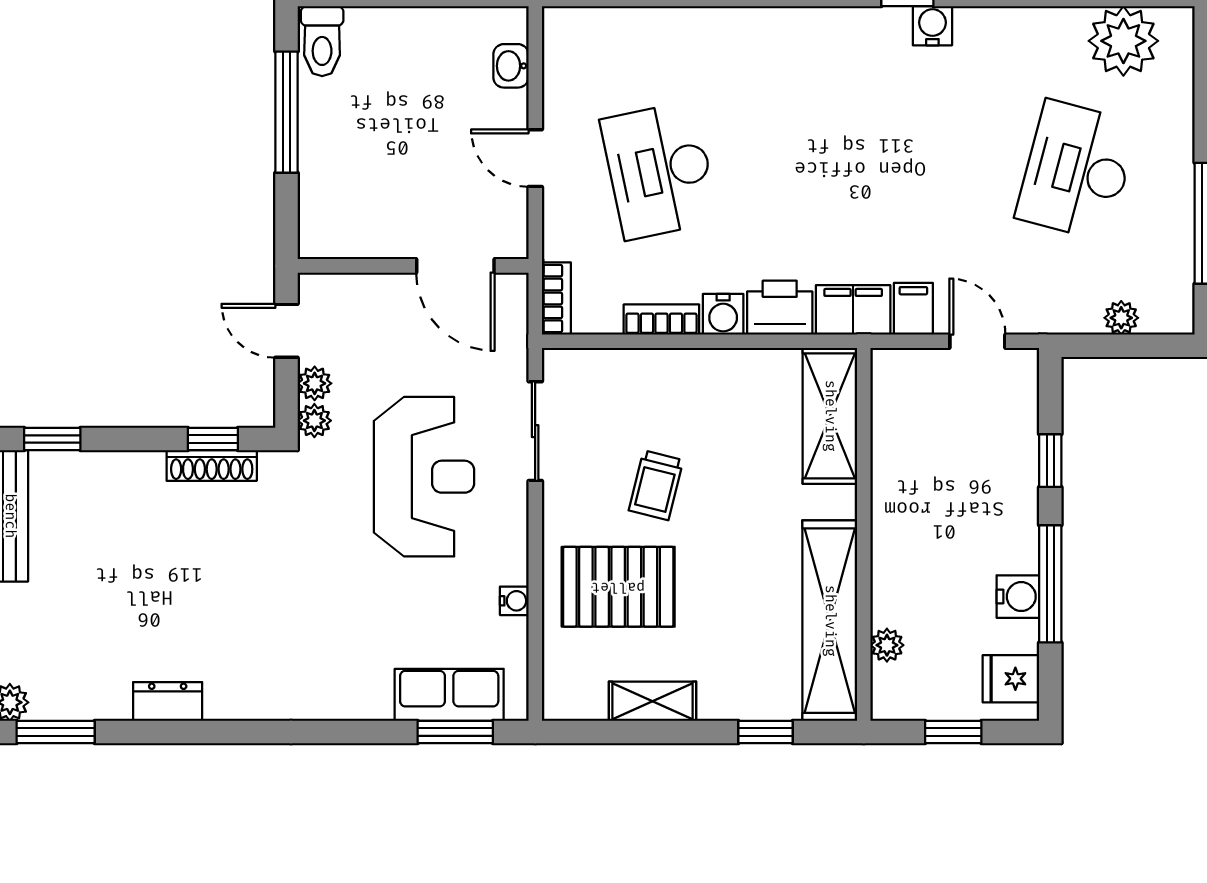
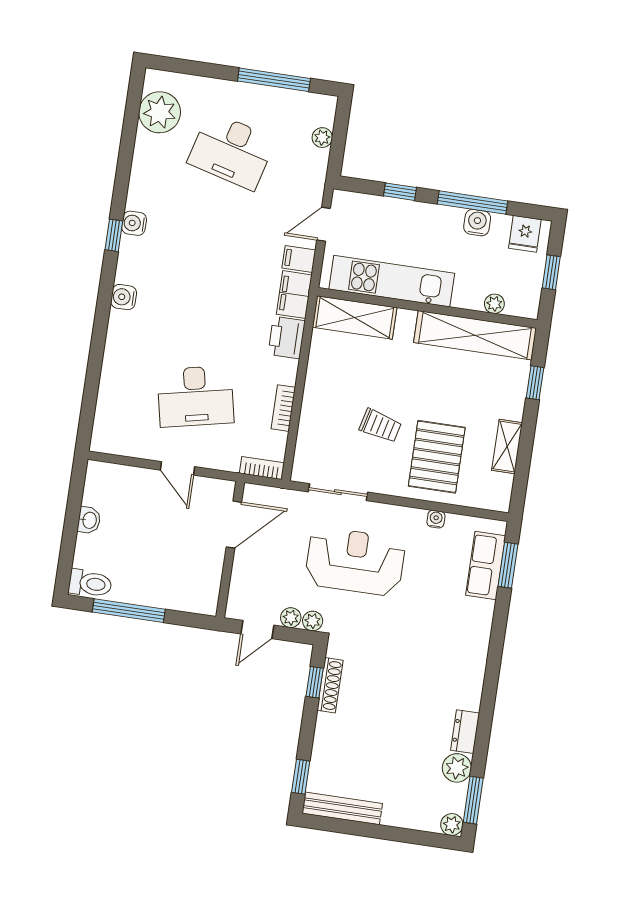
washbasin: (511, 66) -> (89, 520), moved, turned -90
door: (535, 158) -> (177, 468), hinge flipped
water cooler: (723, 314) -> (124, 297), moved, turned 180
kitchen unit: (899, 469) -> (392, 281), added
plant: (105, 697) -> (457, 768), added

